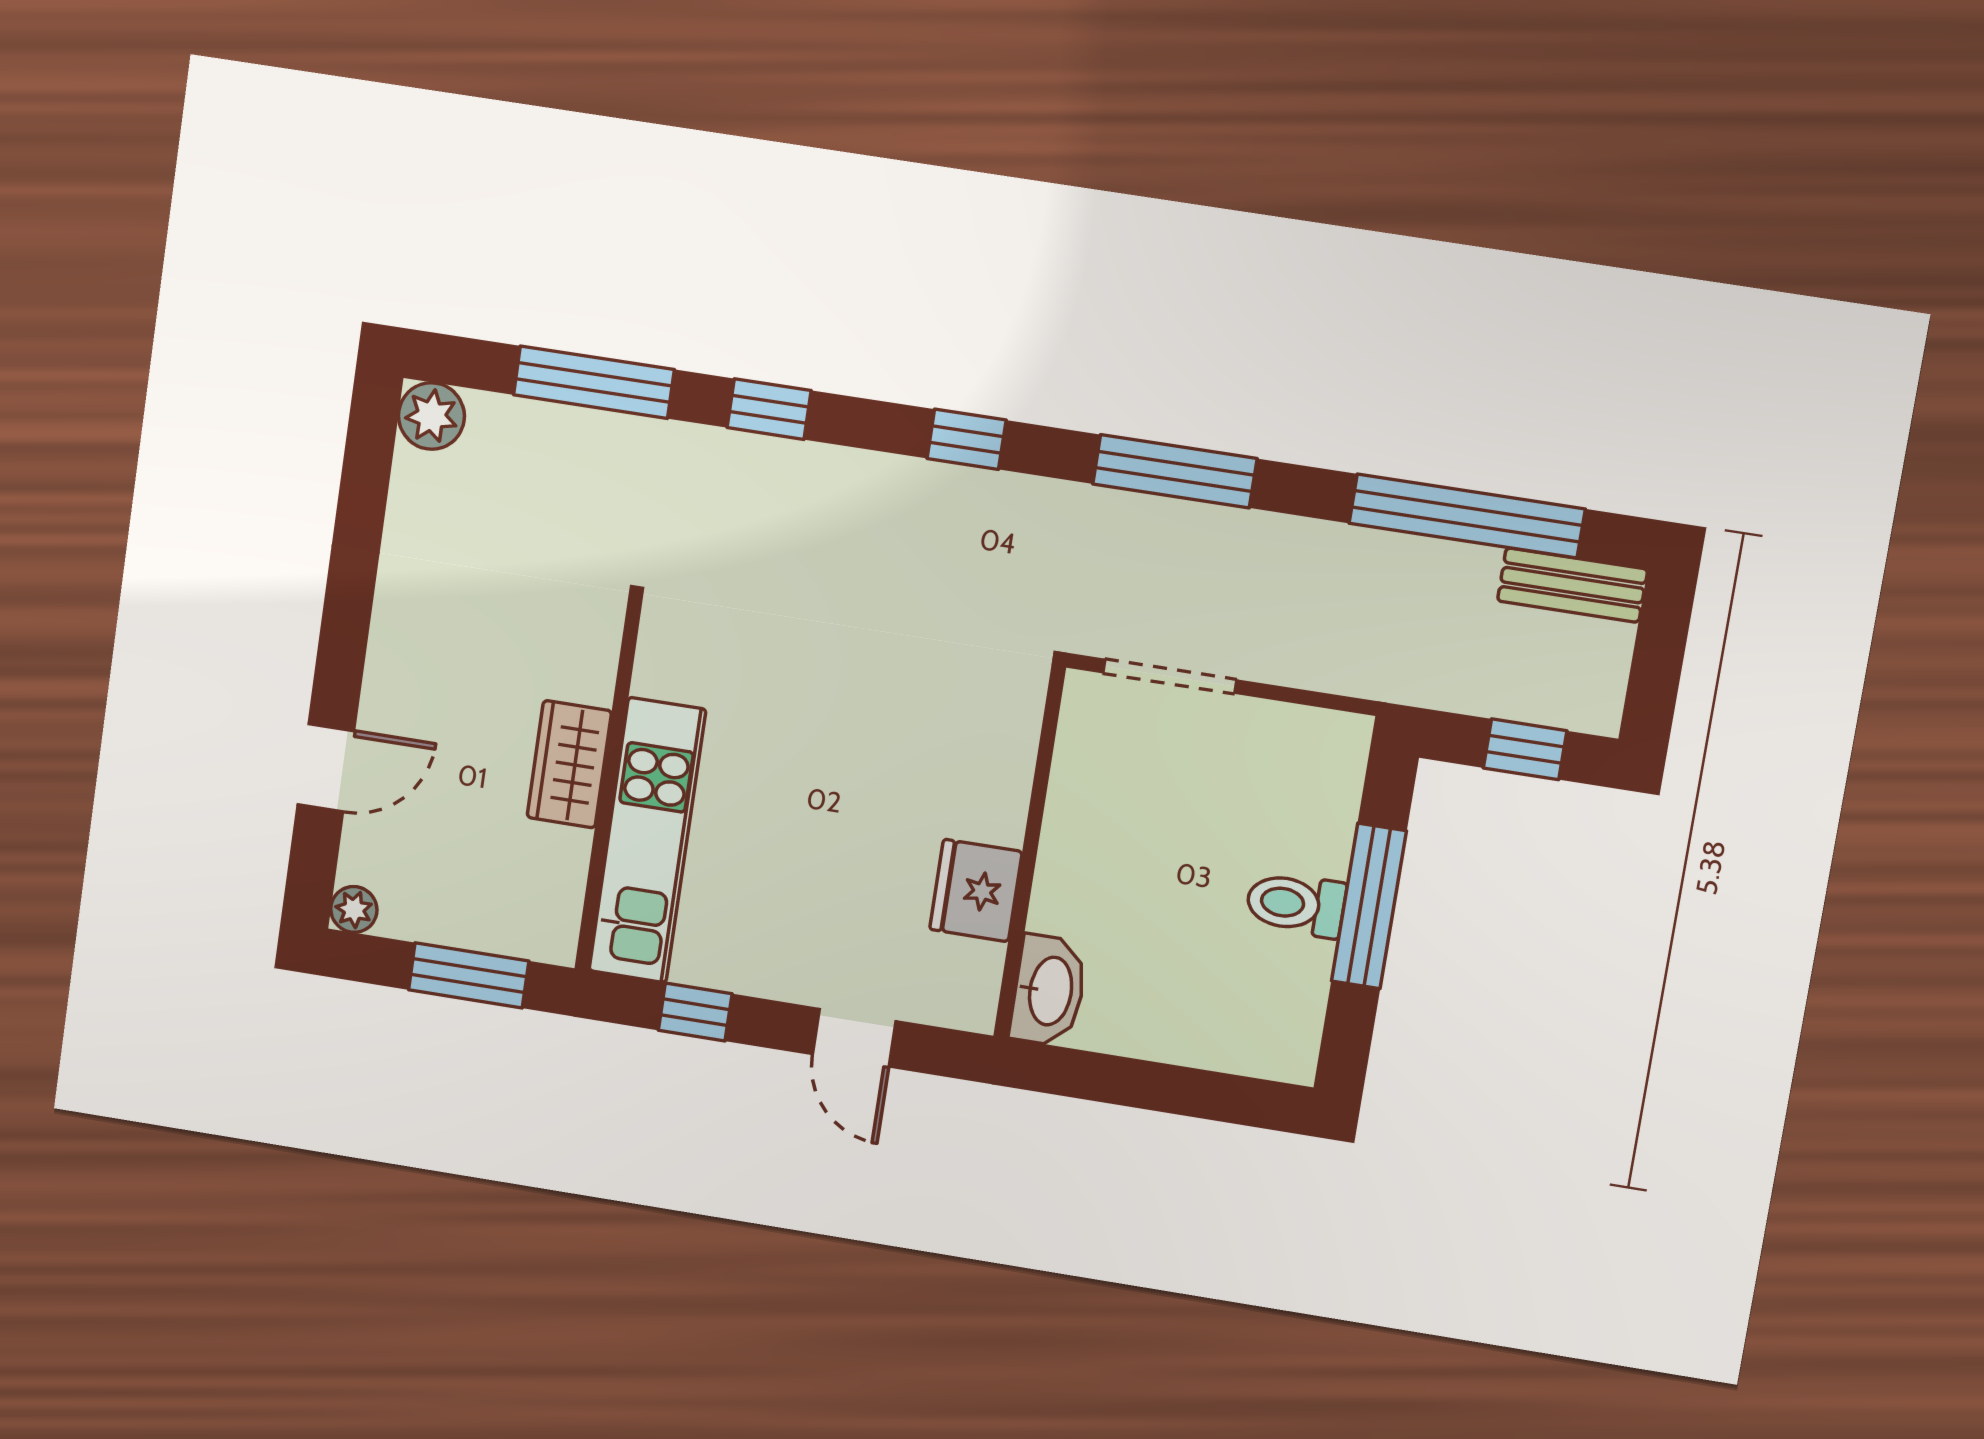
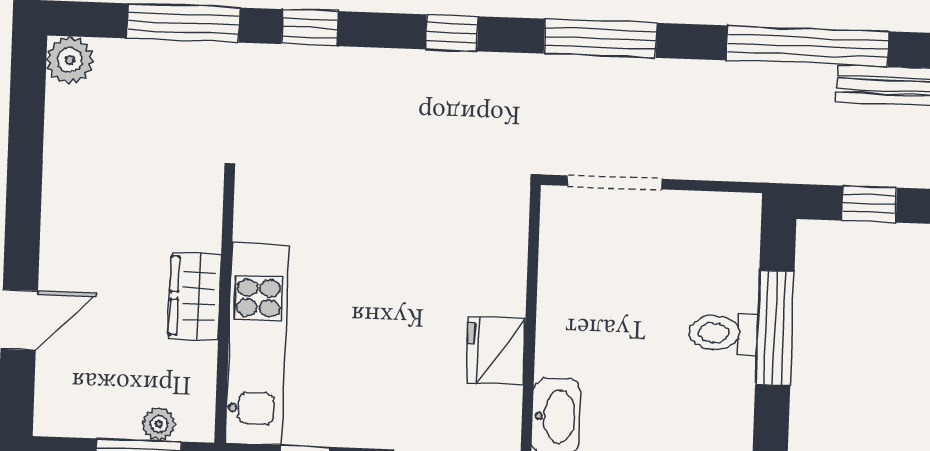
plant: (354, 909) -> (159, 424), moved

